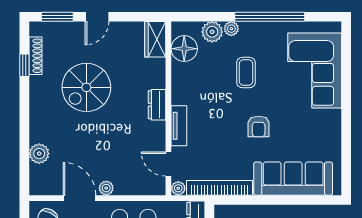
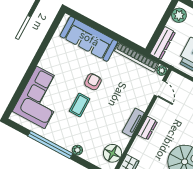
plant: (212, 32) -> (90, 154), removed
coffee table: (246, 73) -> (80, 105), moved
tv unit: (179, 126) -> (133, 123), moved

